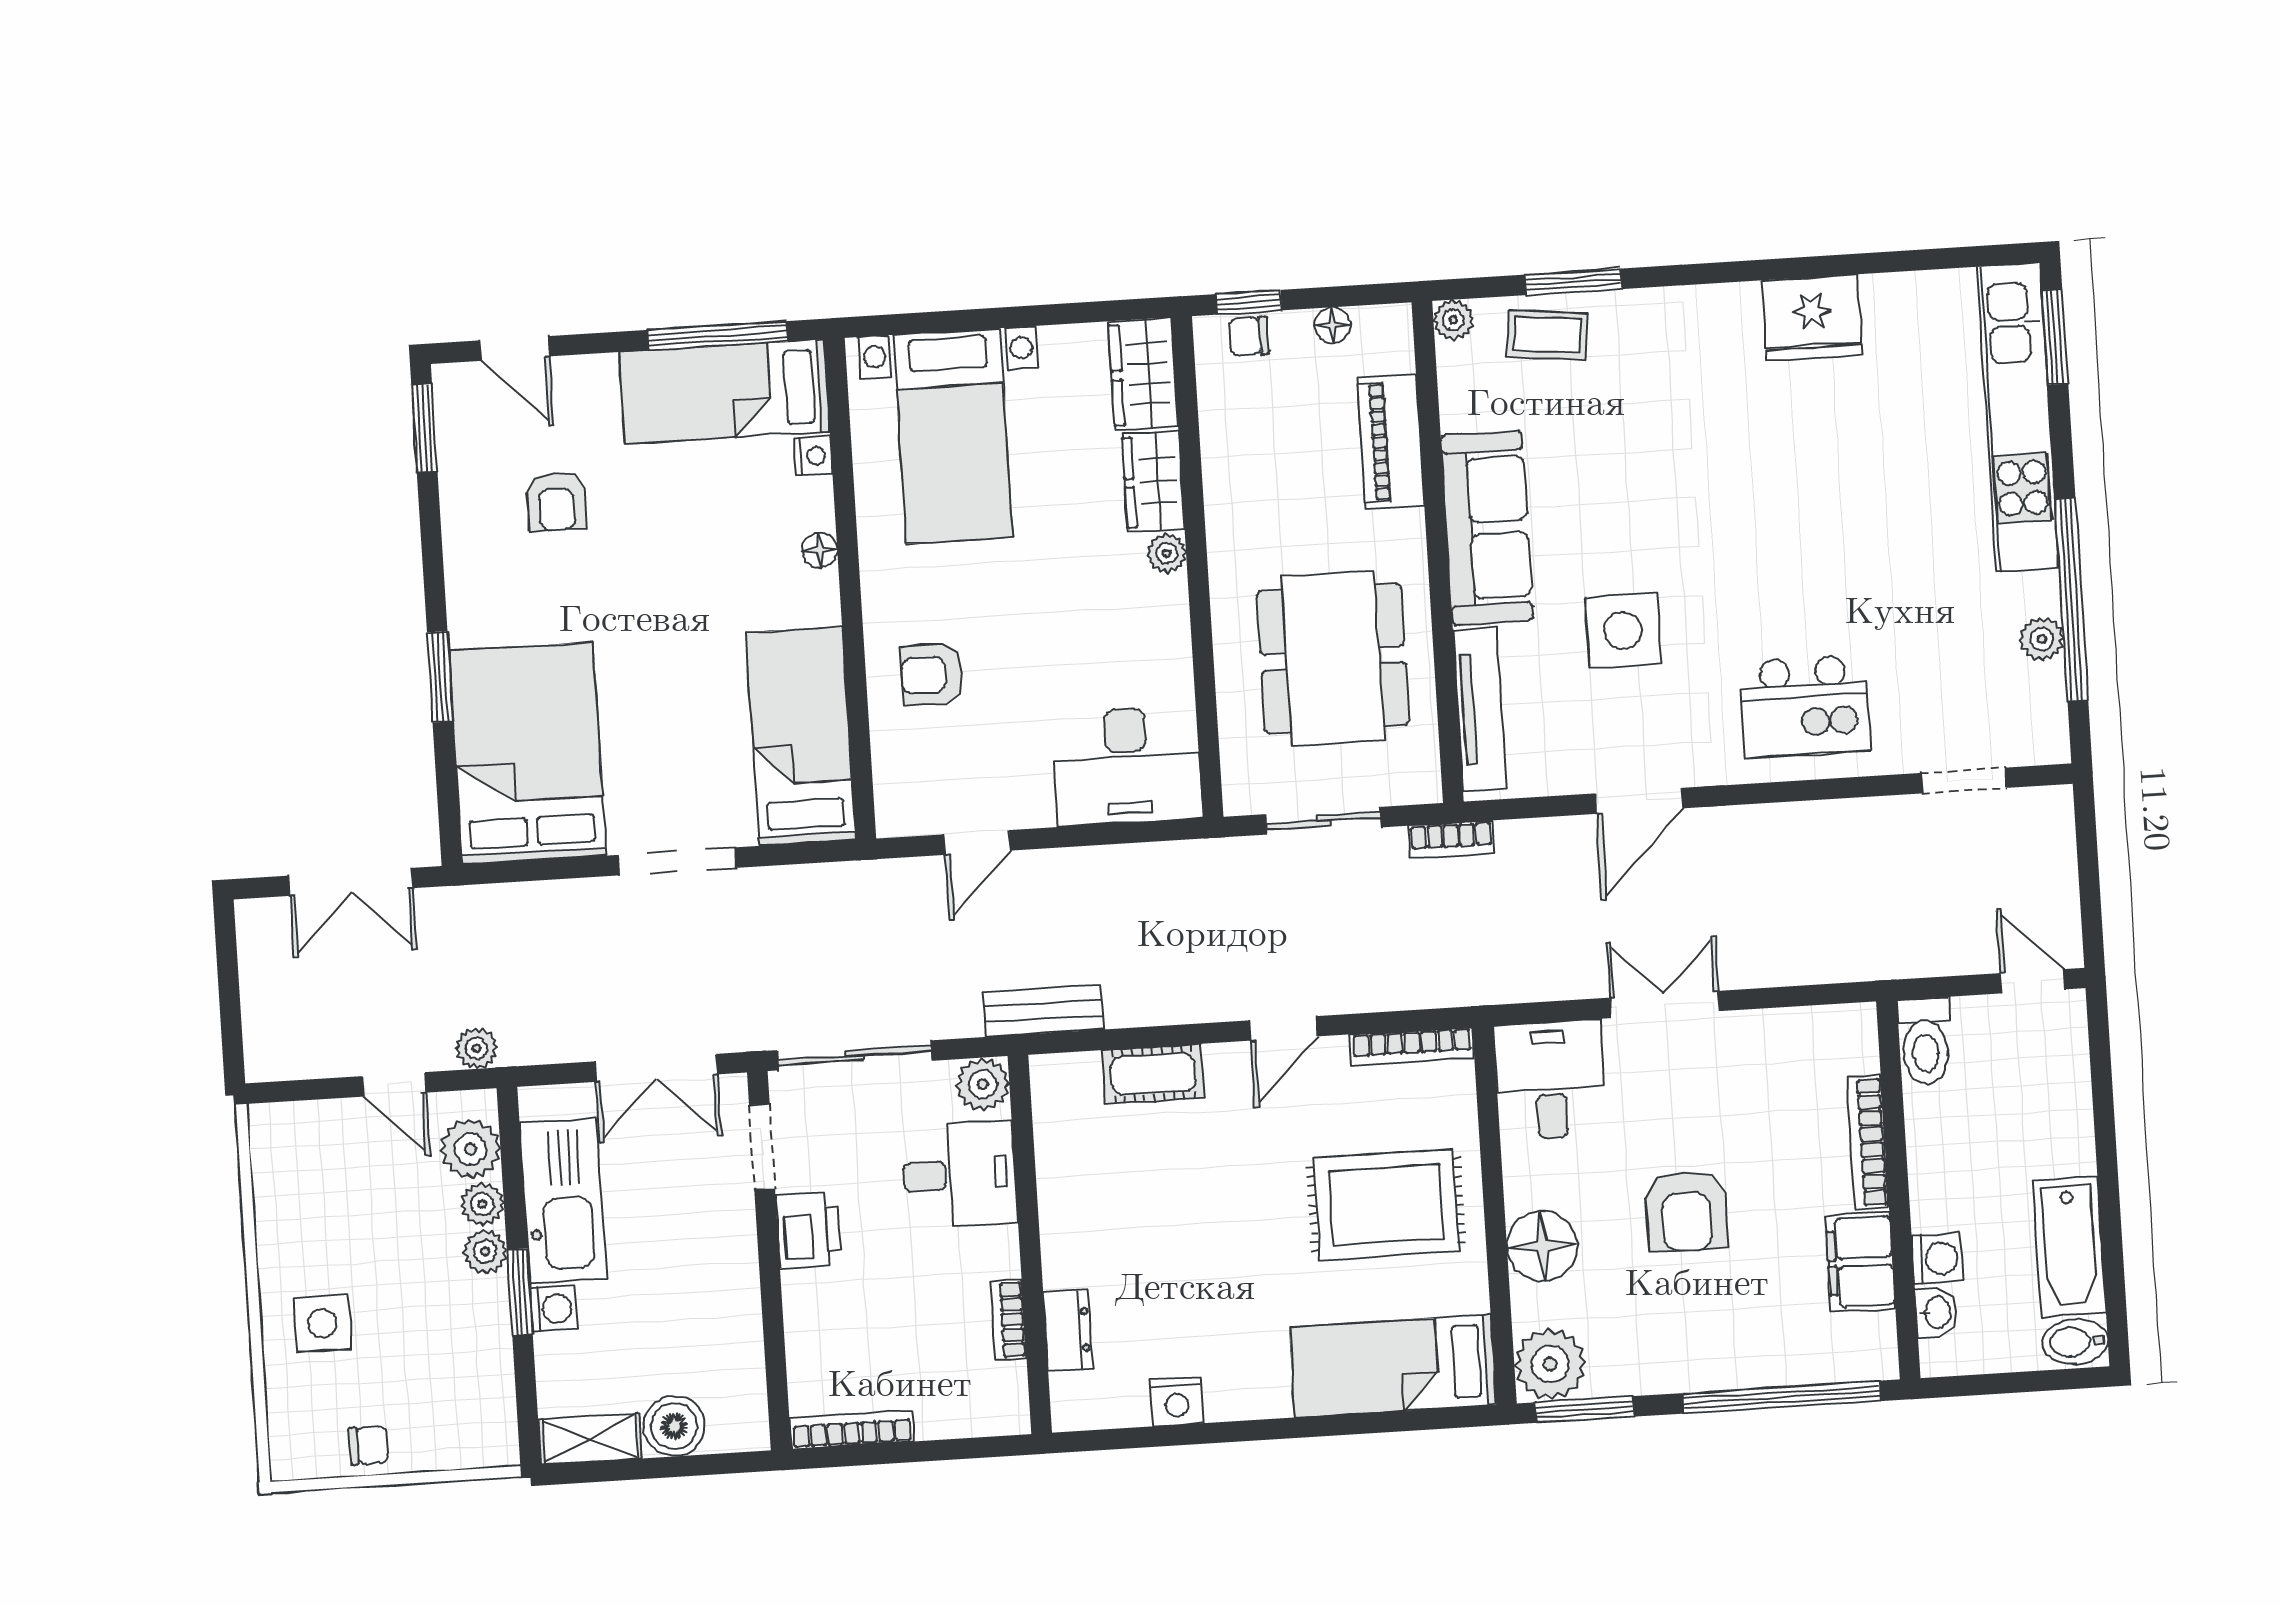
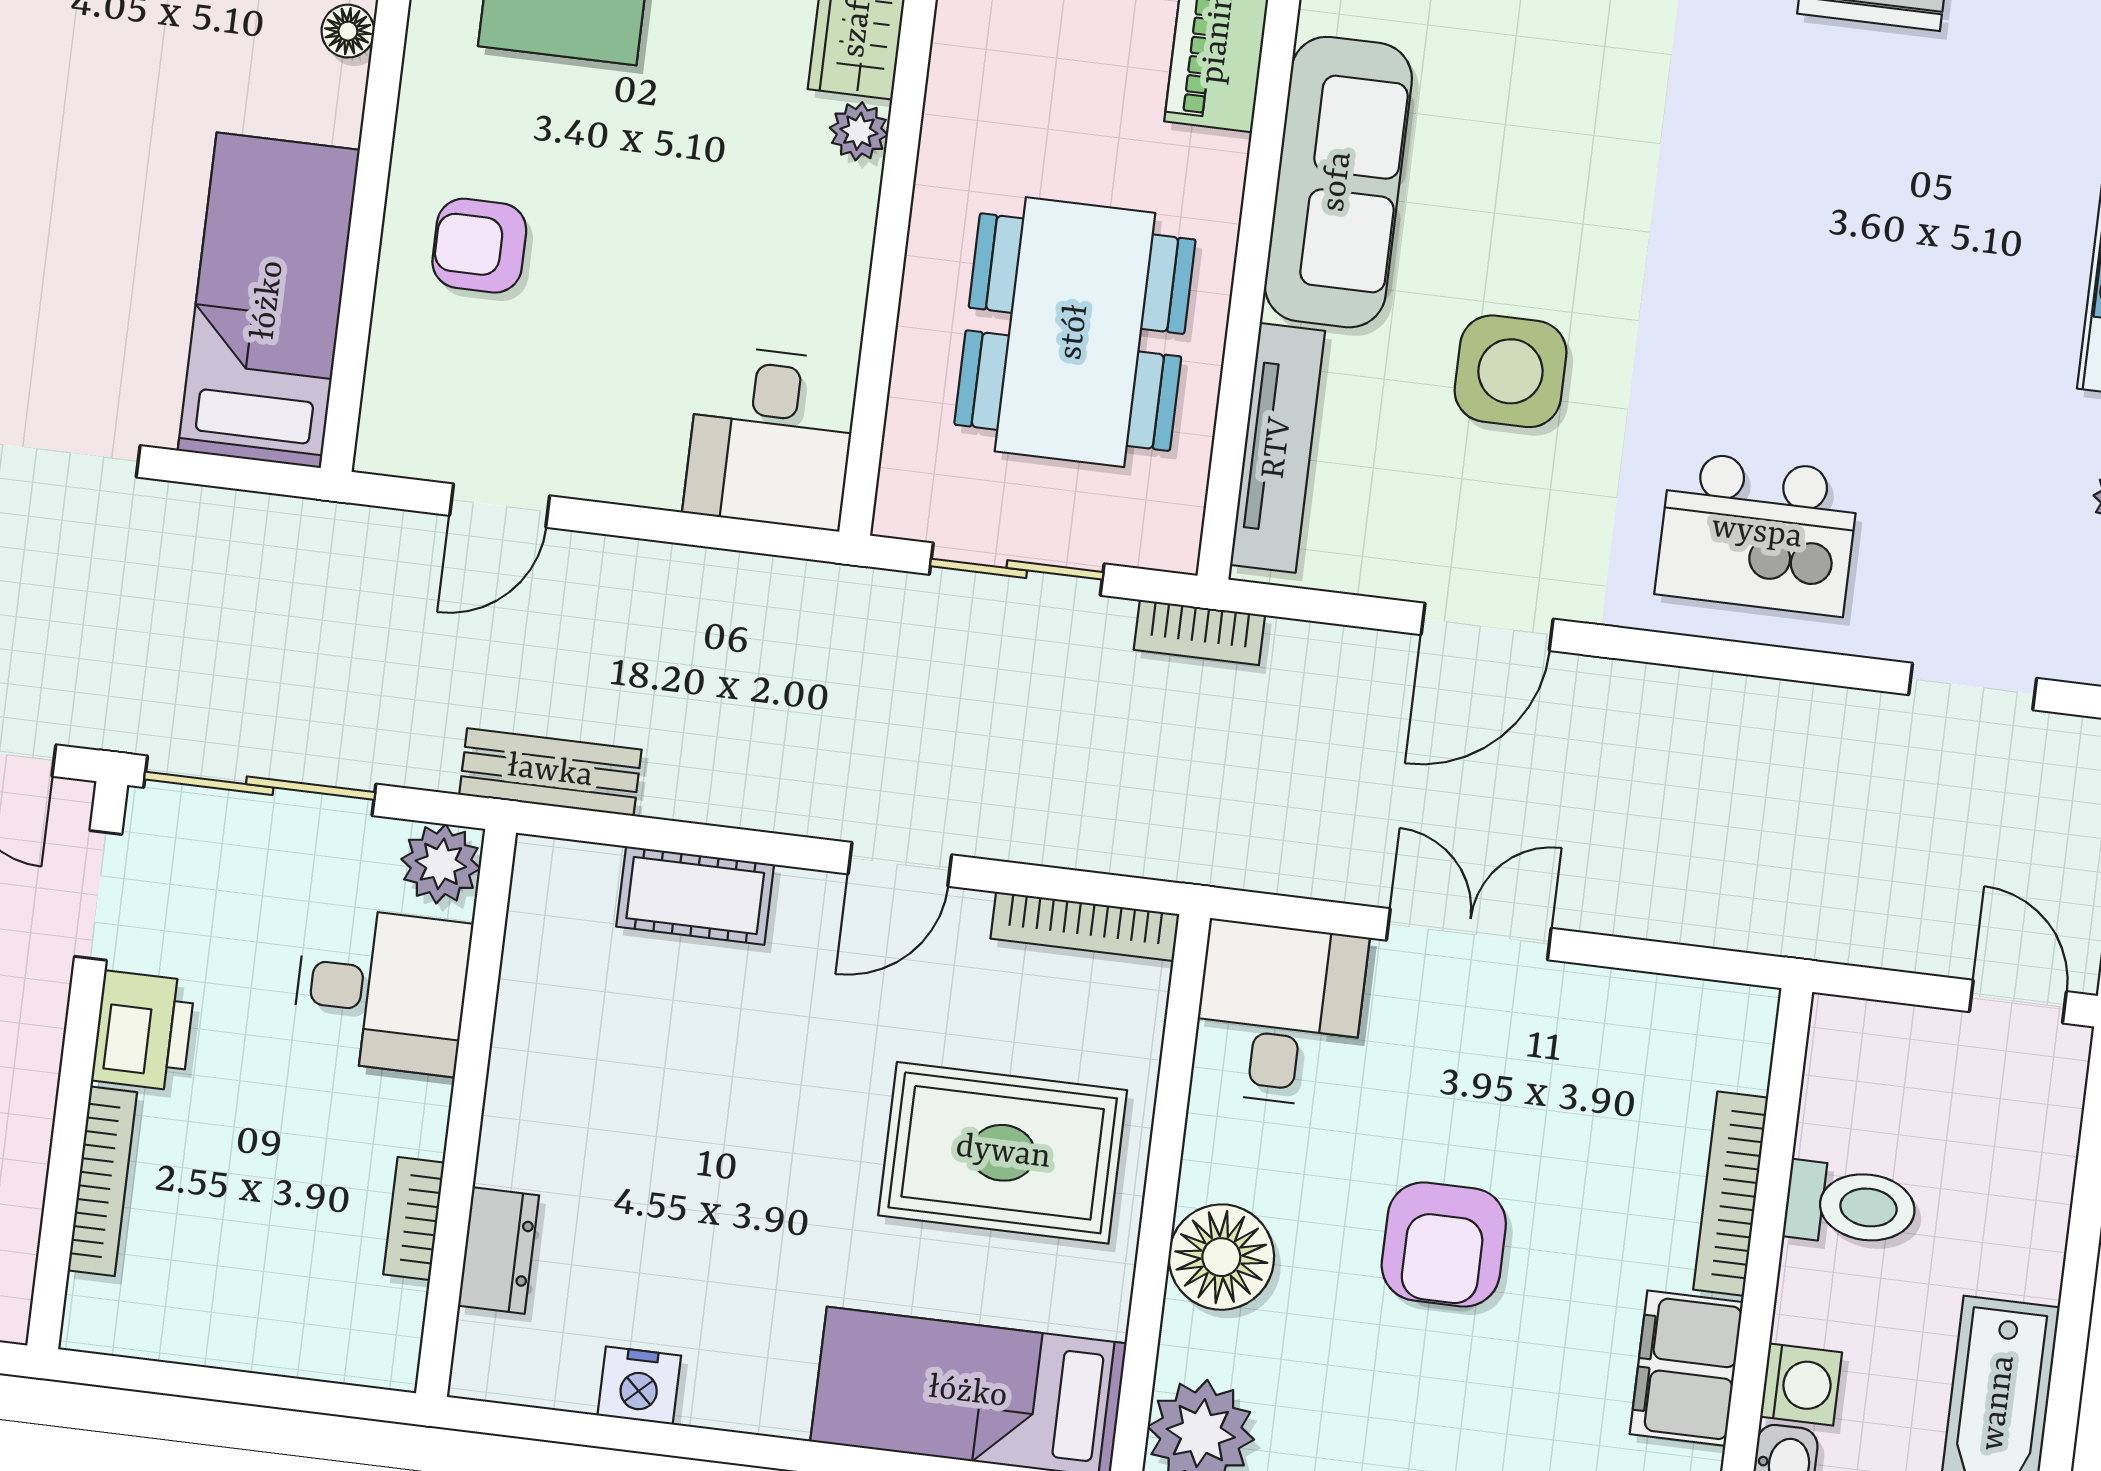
desk: (1127, 766) -> (771, 437), width x0.73
toilet: (1925, 1041) -> (1851, 1205), moved, turned -90
bookcase: (852, 1430) -> (102, 1181), moved, turned 90

